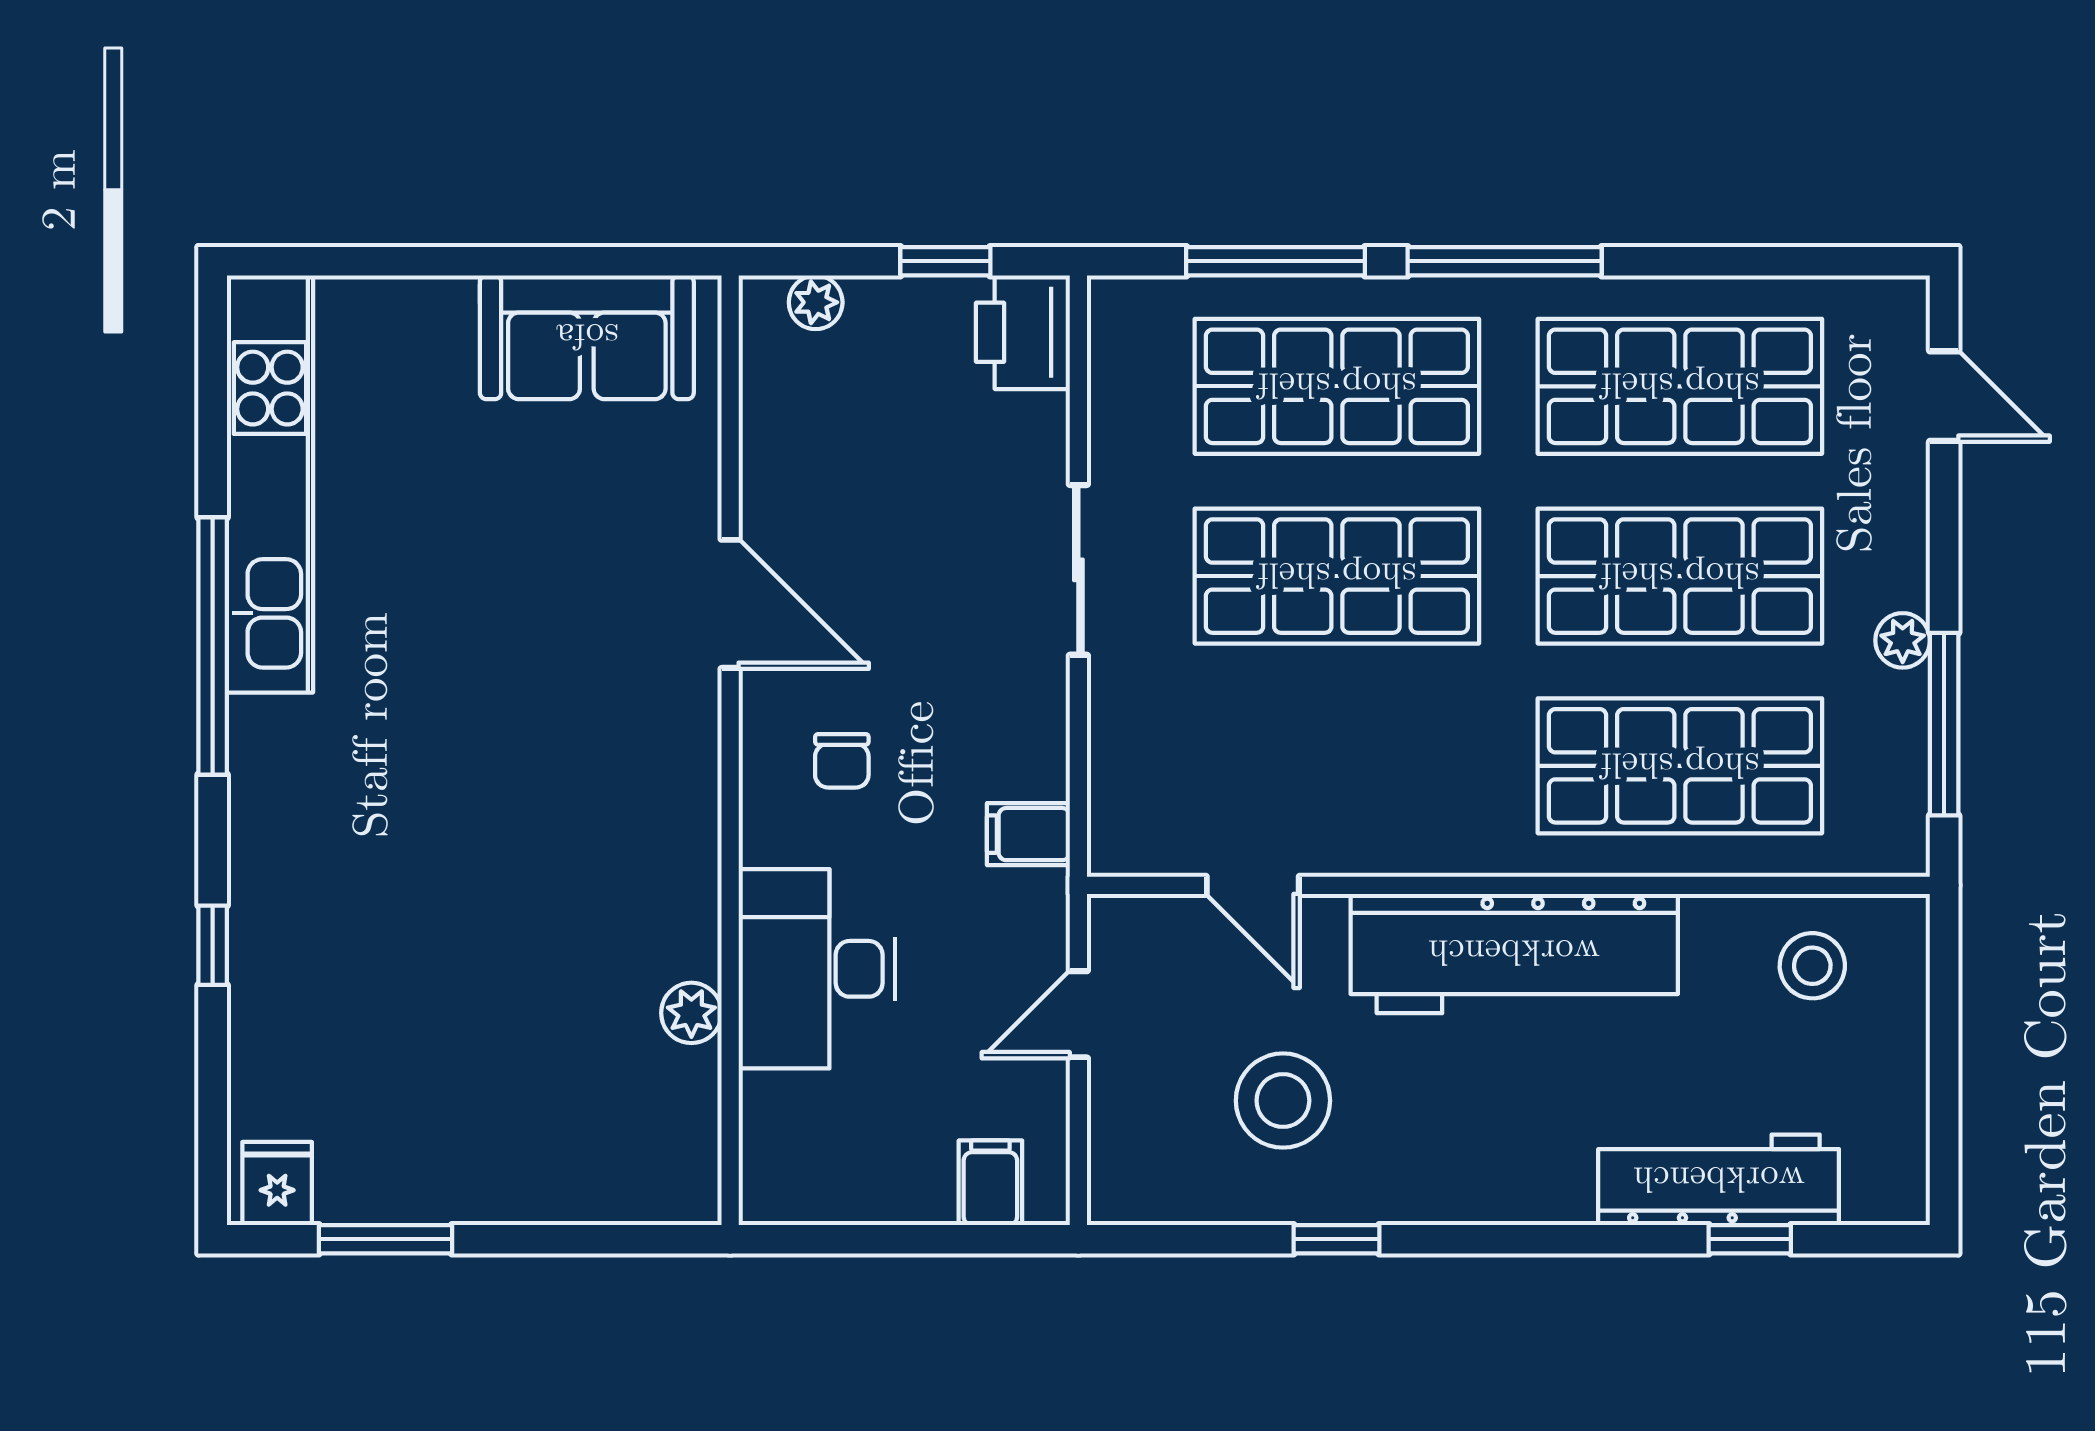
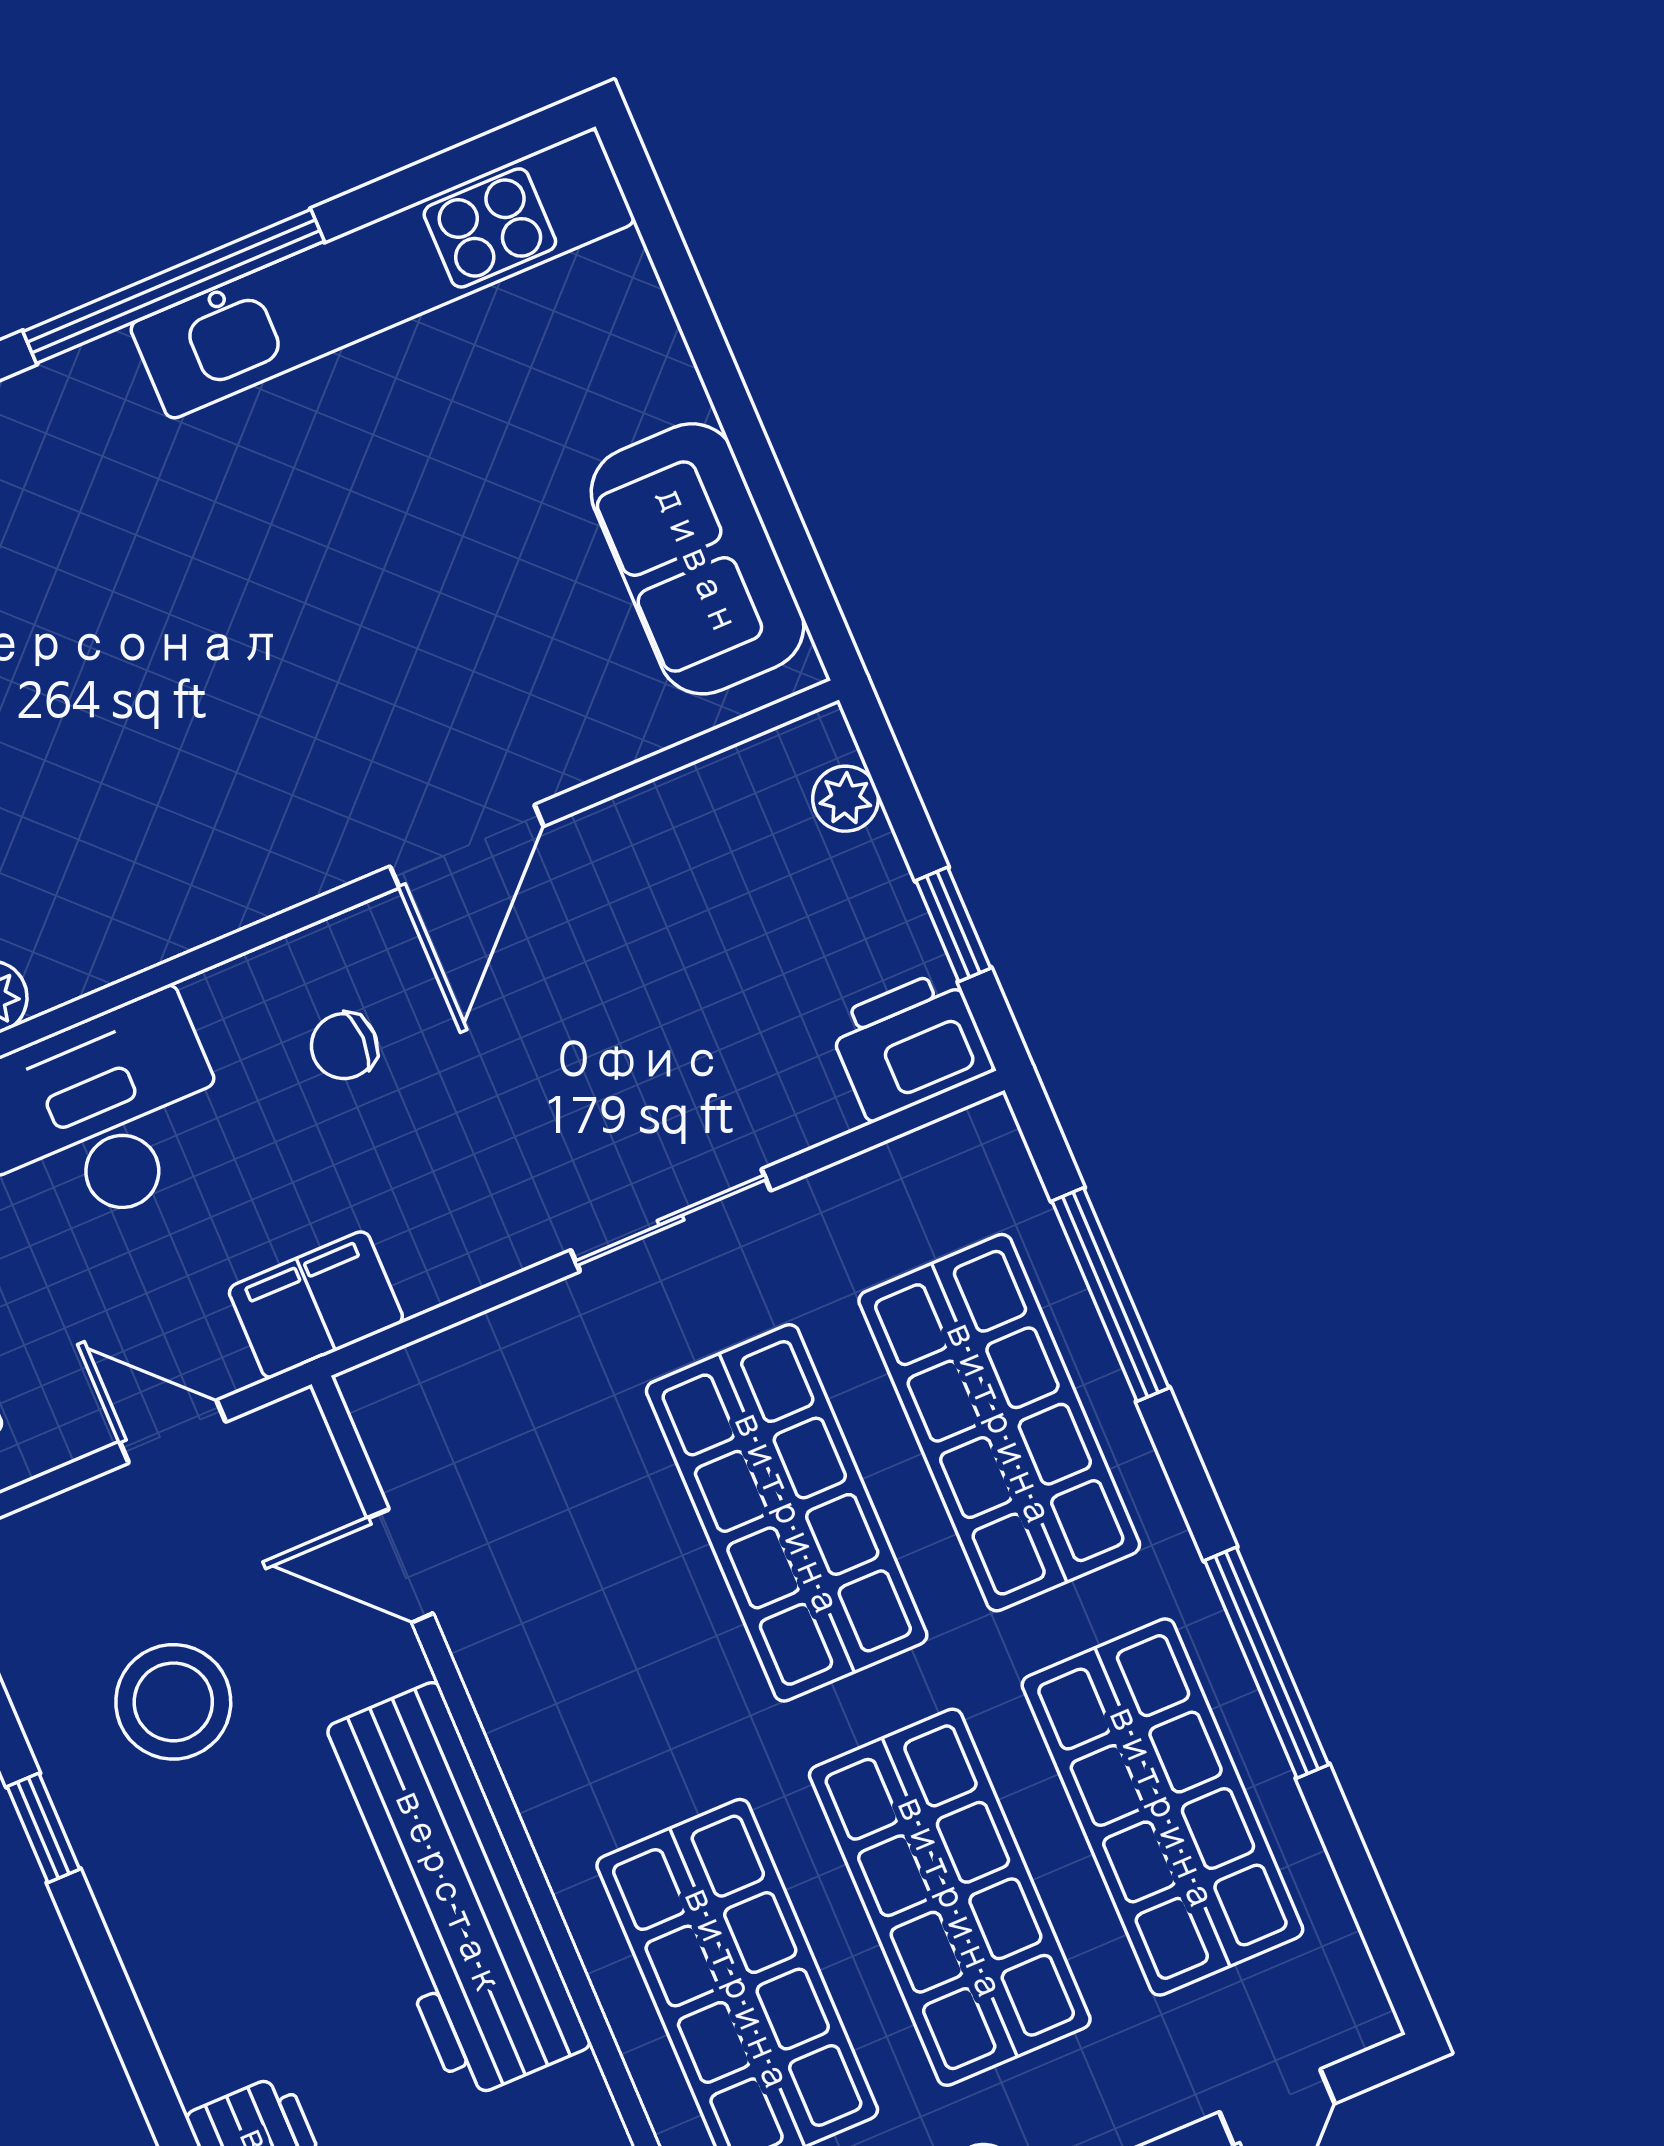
window: (1505, 261) -> (1267, 1663), moved
filing cabinet: (1028, 834) -> (316, 1305), width x2.00
door: (1253, 885) -> (400, 1566), hinge flipped

